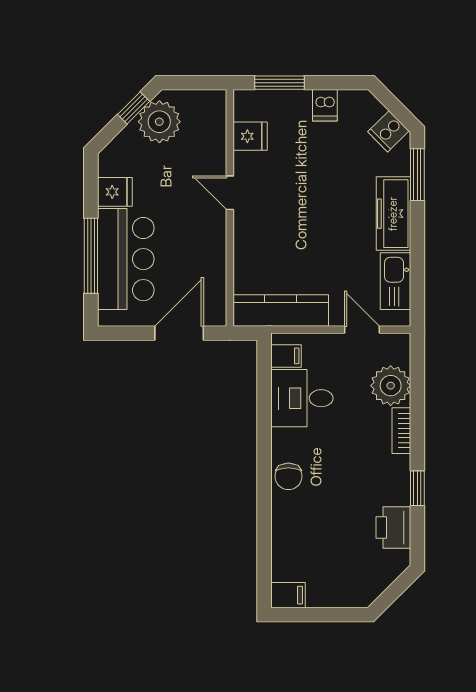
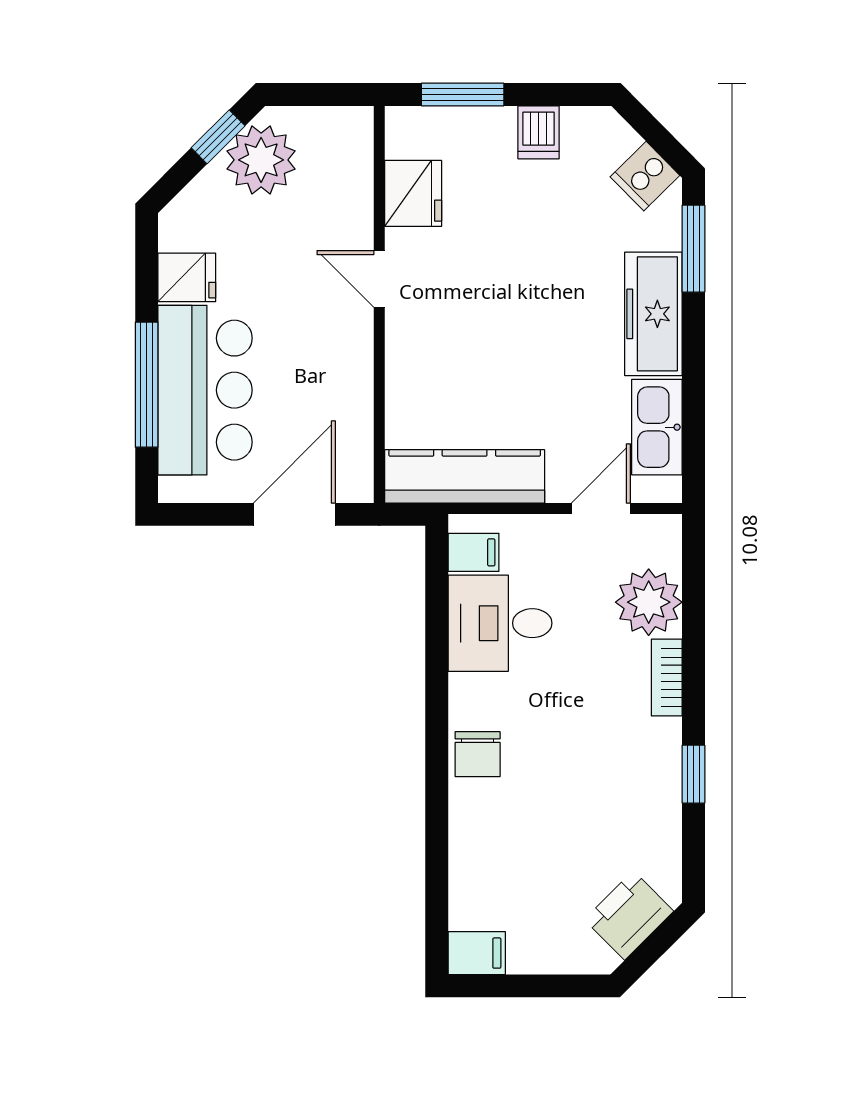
fridge: (250, 136) -> (413, 193), width x1.38
door: (362, 330) -> (601, 508), hinge flipped
printer: (393, 528) -> (629, 915), moved, turned 45

